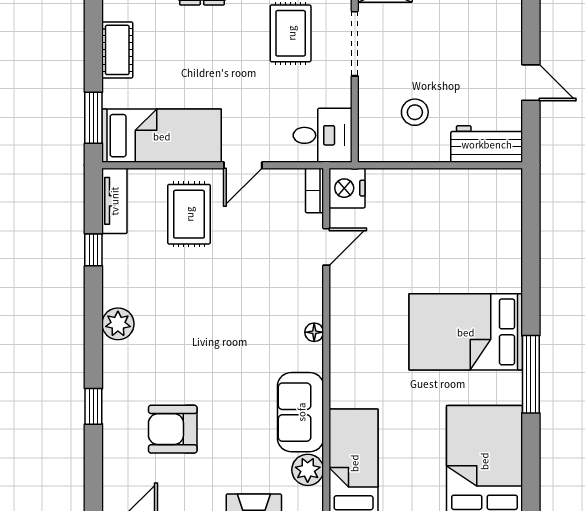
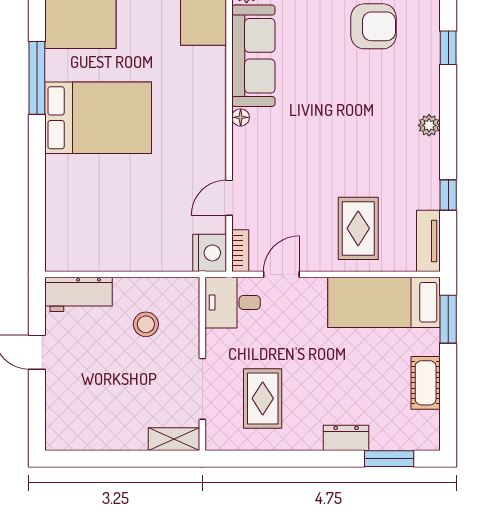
door: (243, 165) -> (281, 274), moved
plant: (118, 324) -> (429, 125), width x0.73, depth x0.73
sofa: (301, 412) -> (253, 56), width x1.36

